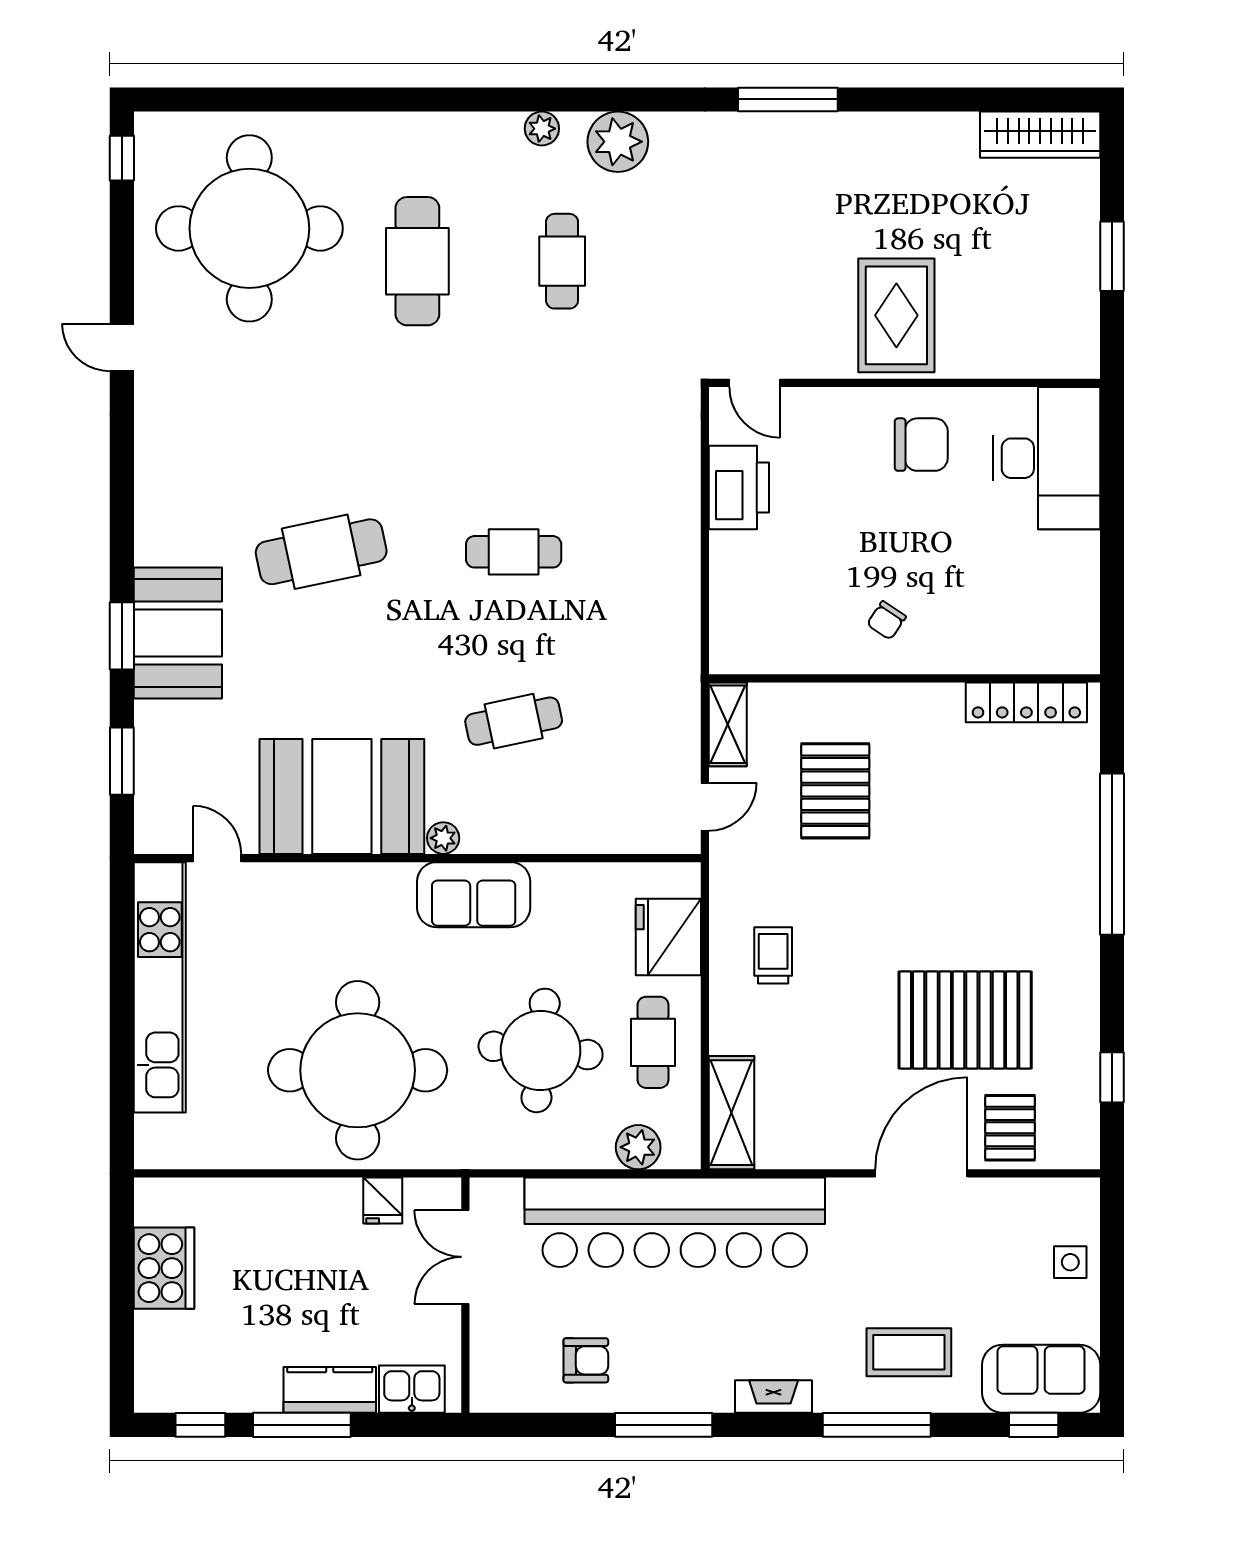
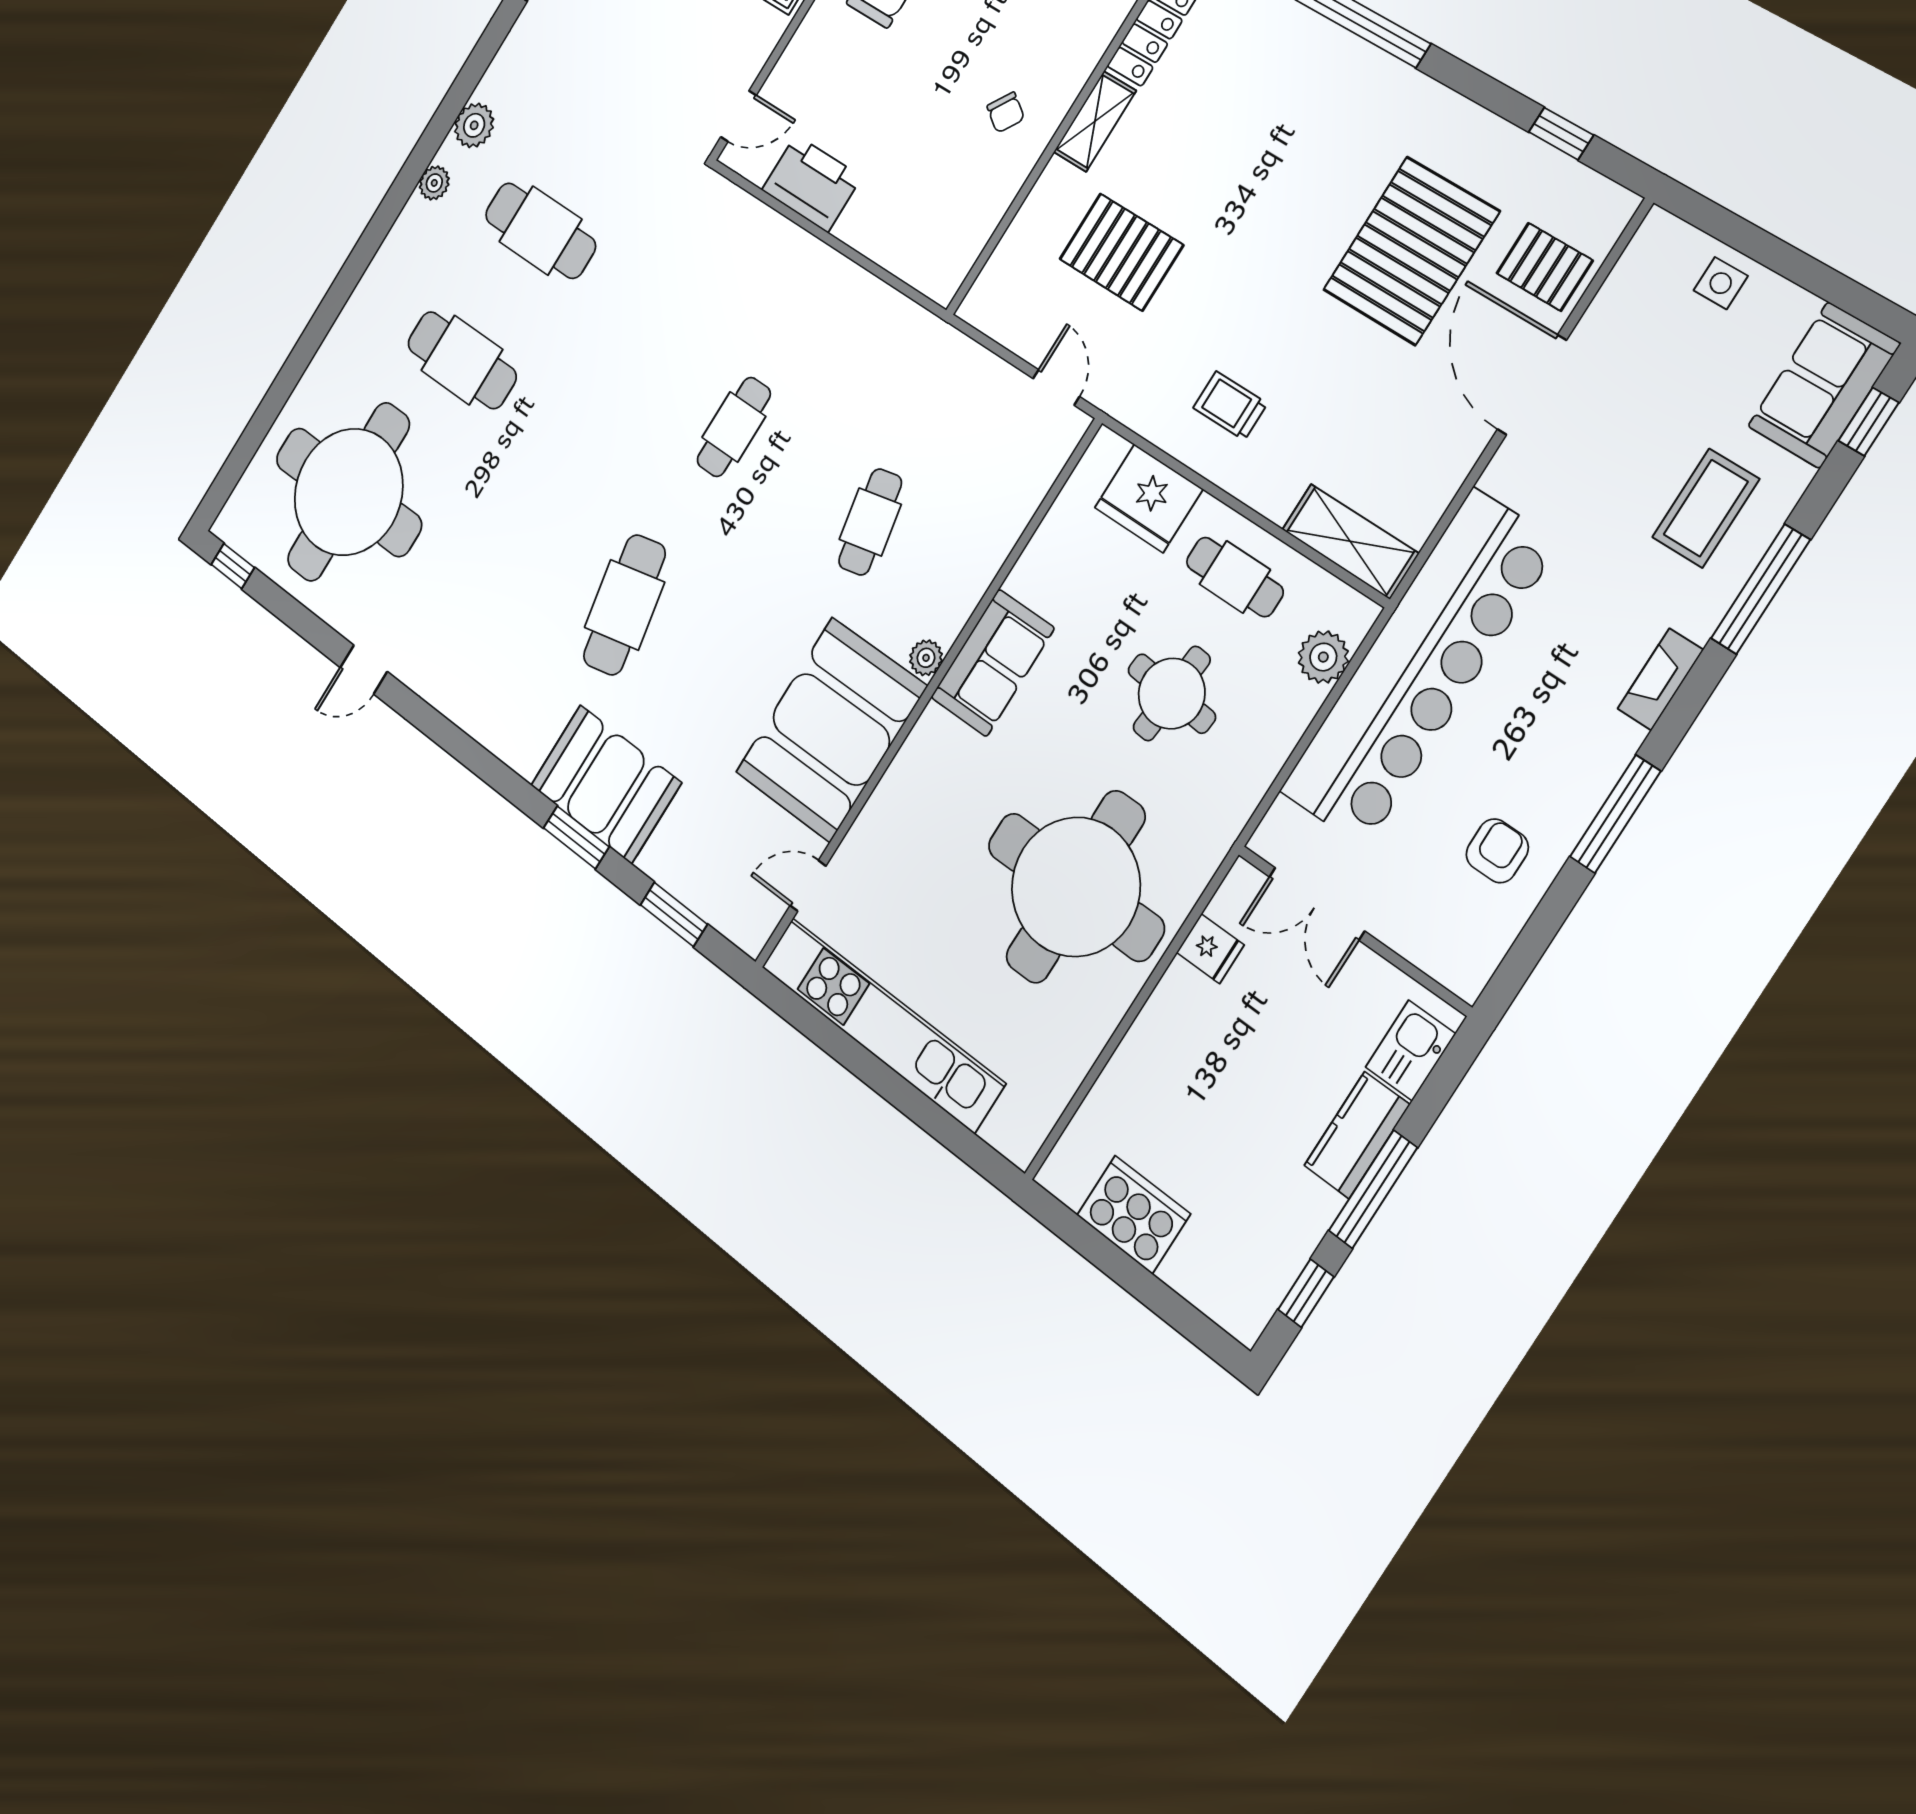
plant: (618, 142) -> (474, 125), width x0.73, depth x0.73
cafe table: (562, 261) -> (540, 230), width x1.37, depth x1.35
shelving: (728, 724) -> (1095, 121), moved, turned 90
round table: (541, 1050) -> (1172, 694), width x0.73, depth x0.73

